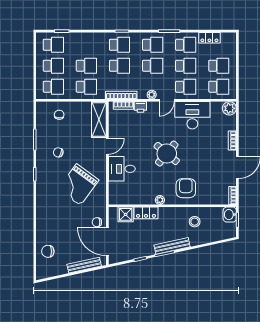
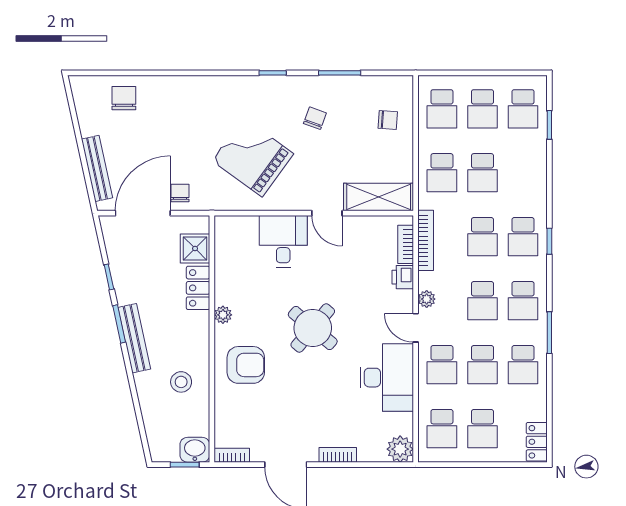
locker: (209, 38) -> (537, 442), moved

